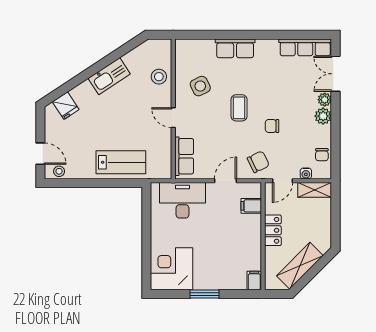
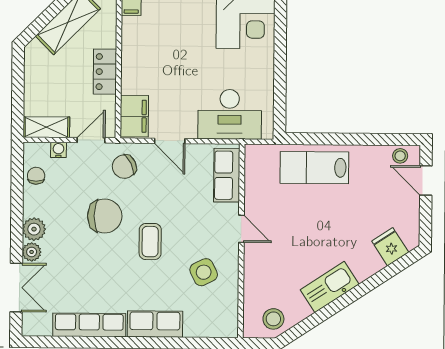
row of seats: (305, 47) -> (89, 325), moved
stool: (159, 77) -> (273, 319), moved
chair: (272, 126) -> (105, 216), width x1.87, depth x1.87
door: (226, 181) -> (170, 141), hinge flipped
filing cabinet: (251, 206) -> (134, 116), width x2.00

